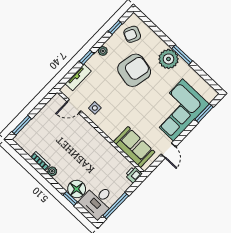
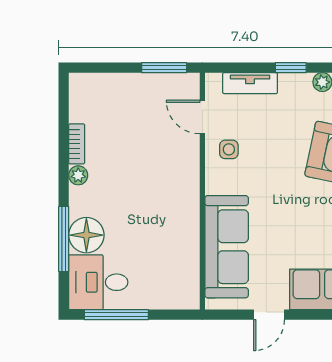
window: (22, 125) -> (164, 68), moved
sofa: (134, 147) -> (227, 247), width x1.36
printer: (134, 175) -> (186, 298), removed
window: (70, 199) -> (64, 239), width x2.17

